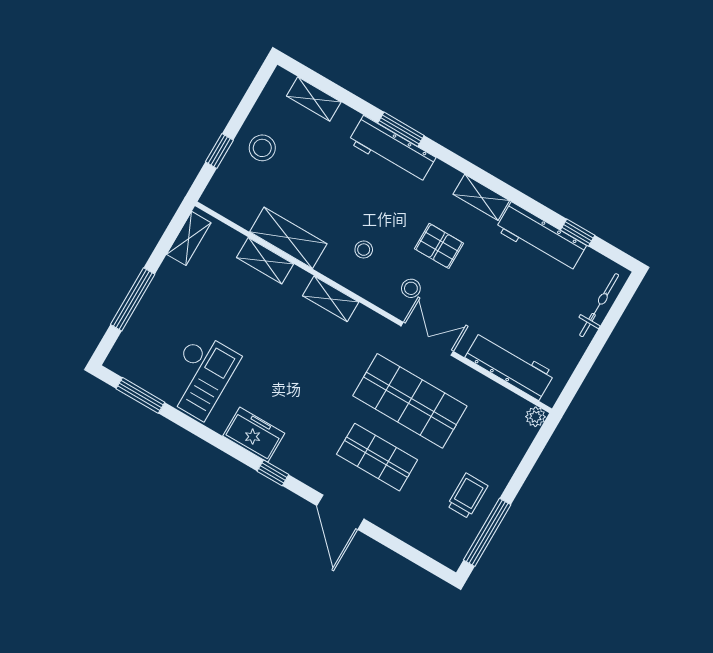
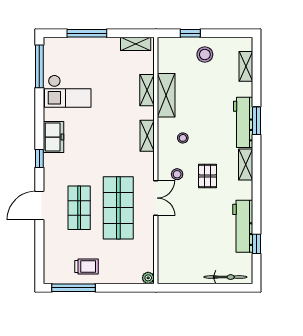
shelving: (481, 197) -> (246, 164), moved
workbench: (510, 365) -> (167, 249), removed
window: (140, 395) -> (39, 66), width x1.44

